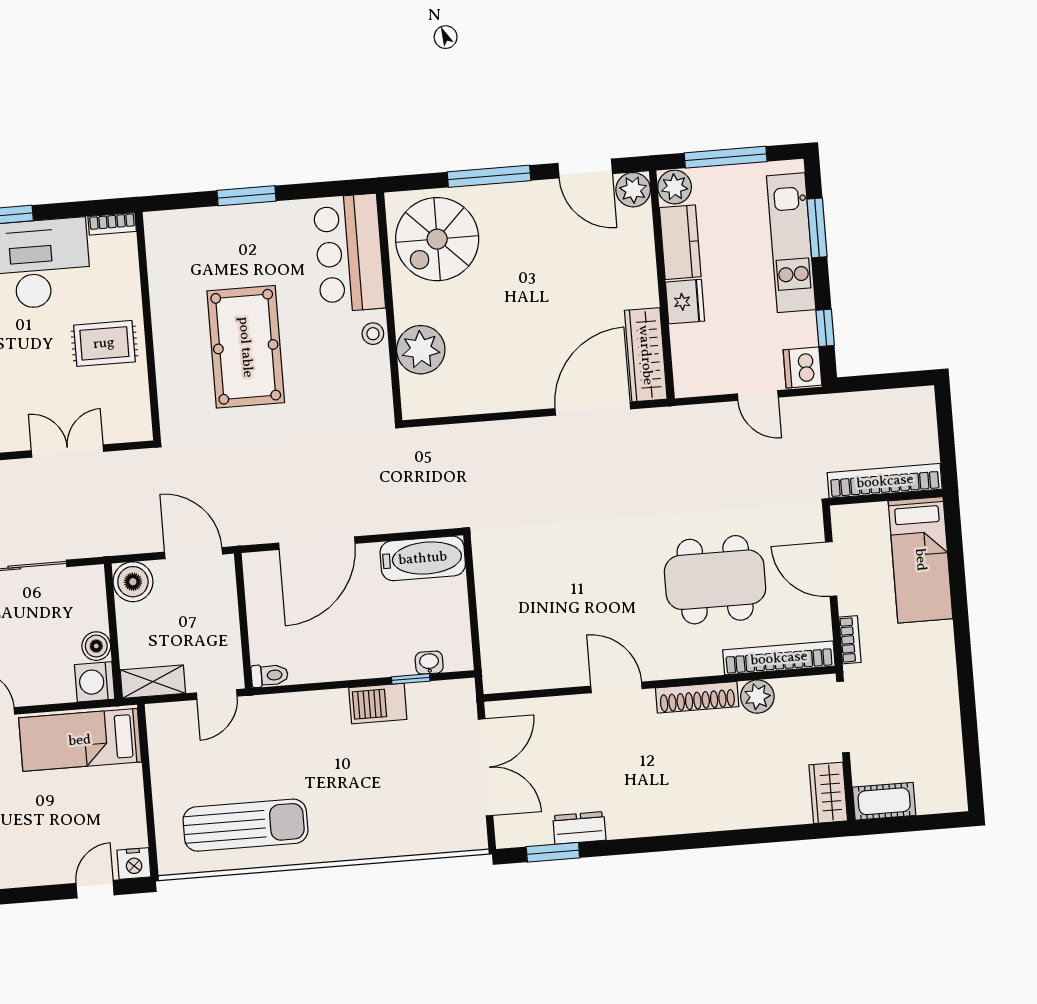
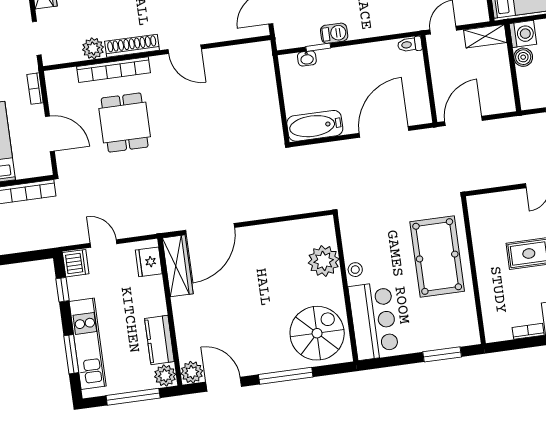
fridge: (685, 302) -> (149, 262), moved
wall: (148, 326) -> (473, 270), moved
door: (193, 553) -> (464, 121), swing flipped
dining table: (715, 580) -> (125, 123), width x0.73
boiler: (133, 582) -> (502, 100), removed
bookcase: (779, 658) -> (113, 70), moved
barbecue: (378, 704) -> (334, 33), width x0.73, depth x0.79
doorway: (843, 717) -> (37, 38), width x0.73

